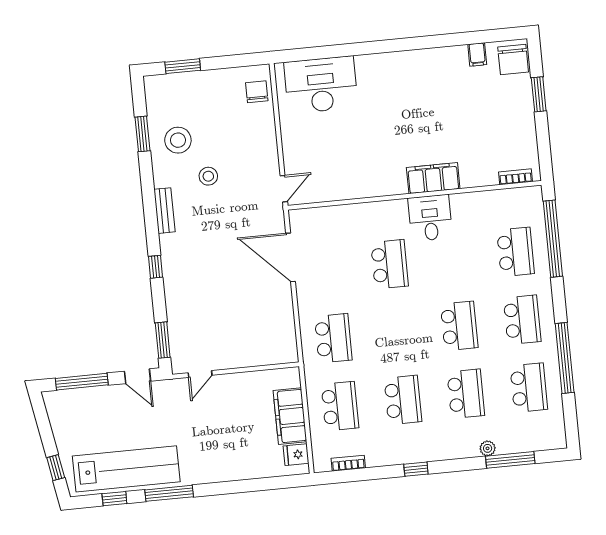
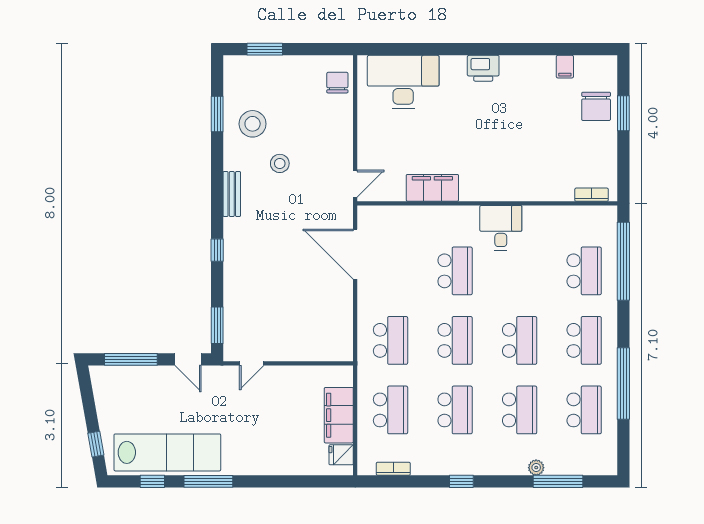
chair: (513, 59) -> (596, 106), moved
printer: (398, 64) -> (483, 68), added
filing cabinet: (433, 178) -> (432, 188), moved
school desk: (396, 332) -> (455, 340), added

